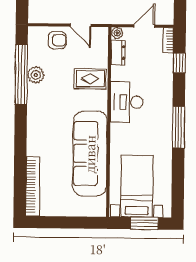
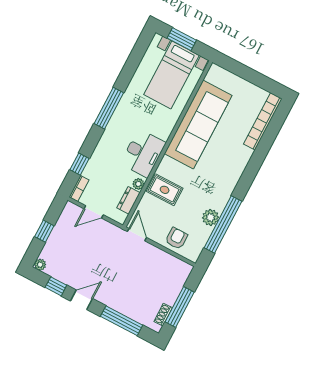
door: (81, 25) -> (137, 235), moved
plant: (117, 33) -> (138, 184), moved
armchair: (57, 40) -> (176, 238), turned 90

